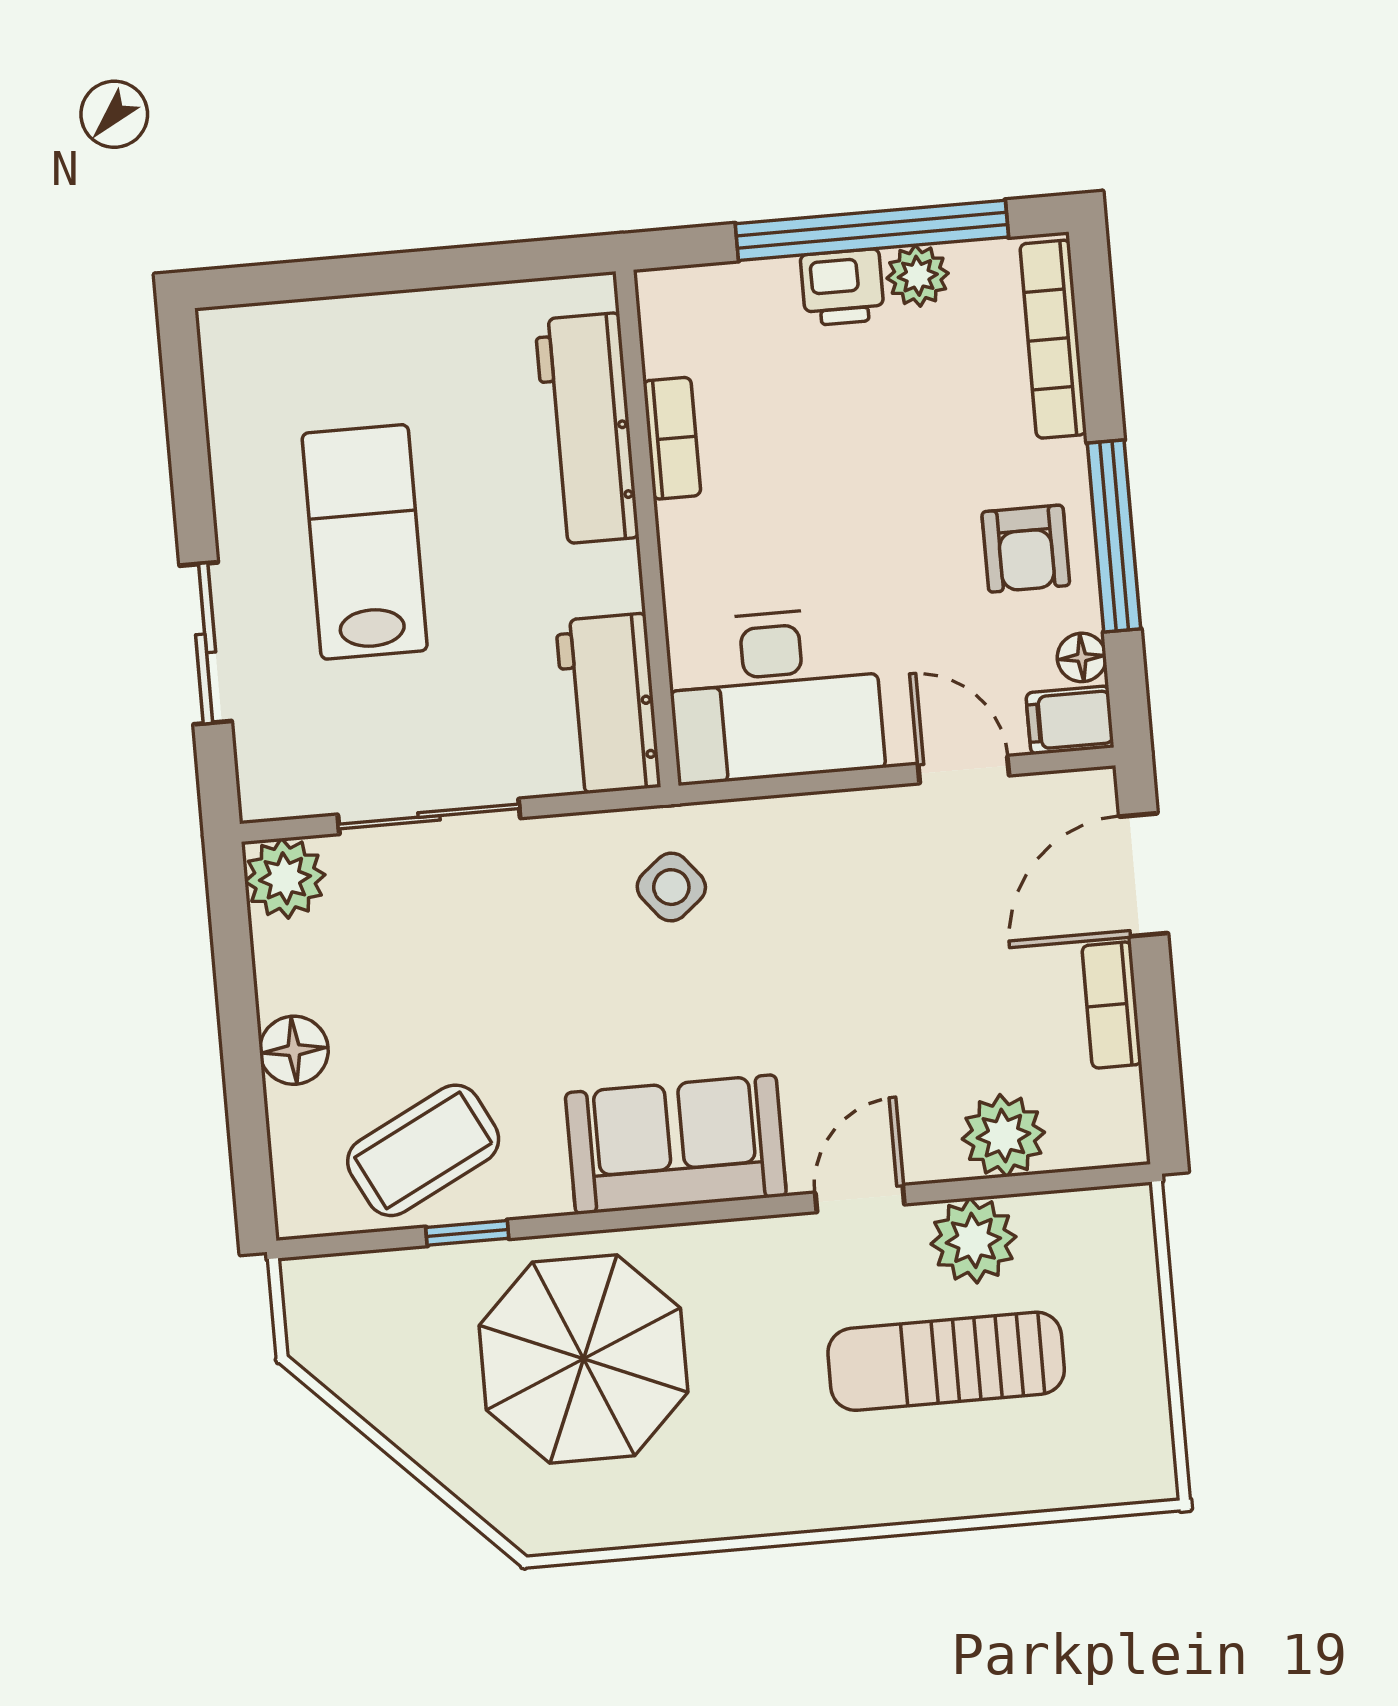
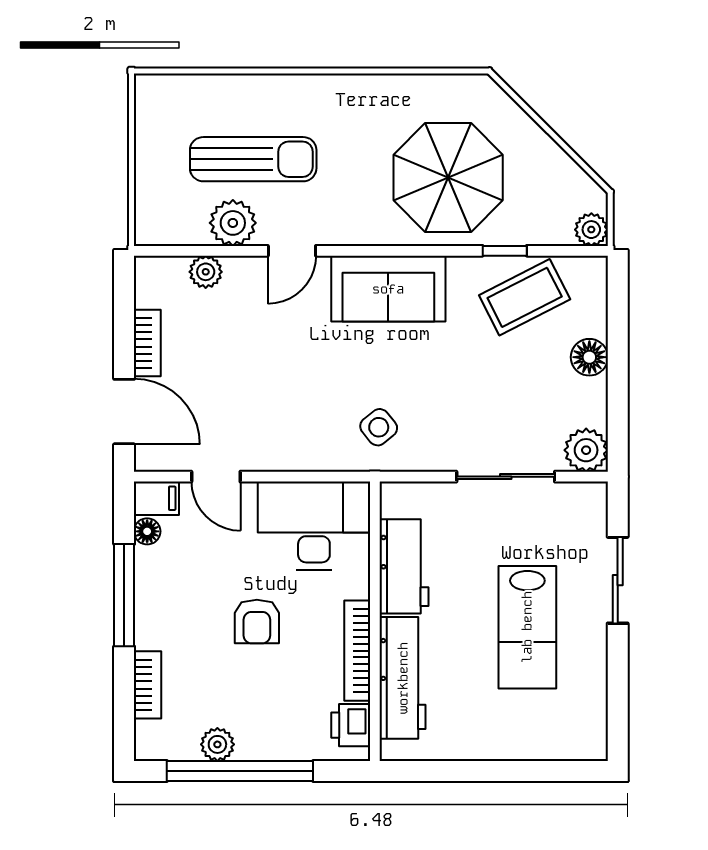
printer: (842, 287) -> (351, 725), moved, turned -90
bookcase: (1053, 339) -> (148, 685), width x0.64
bookcase: (672, 438) -> (357, 651), width x1.56
armchair: (1026, 549) -> (257, 621), moved, turned 180
workbench: (608, 704) -> (404, 566), moved
door: (1144, 875) -> (124, 412), hinge flipped
plant: (1003, 1136) -> (206, 272), width x0.73, depth x0.73
plant: (311, 1286) -> (591, 230), added

